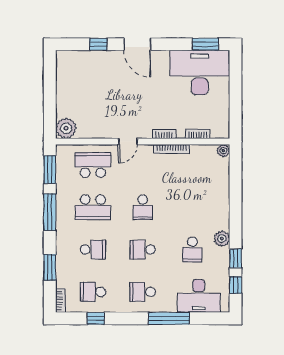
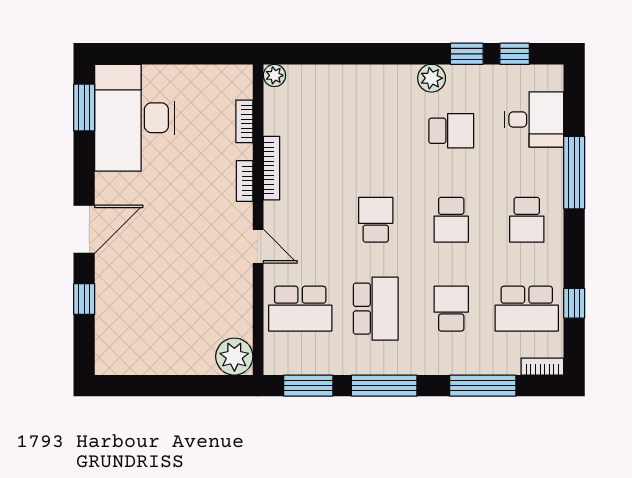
school desk: (93, 165) -> (300, 309), turned -90
school desk: (143, 207) -> (376, 220), turned -90
window: (50, 267) -> (483, 386), width x1.44
school desk: (93, 292) -> (527, 309), width x1.85
desk: (199, 296) -> (534, 119), width x0.73

